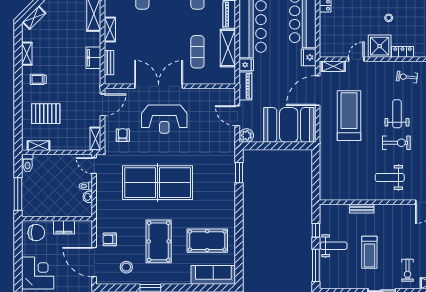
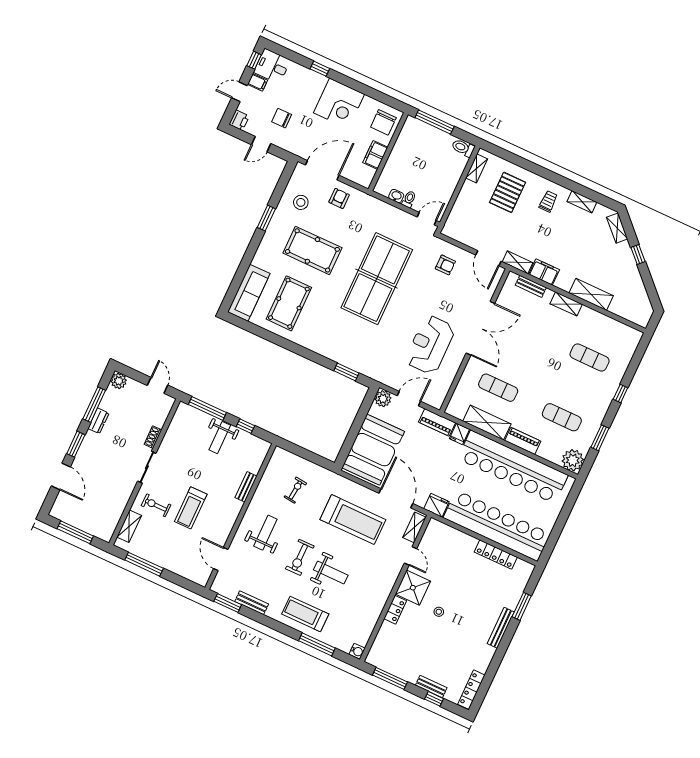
exercise bike: (407, 77) -> (295, 490), moved
reception desk: (164, 119) -> (430, 345), moved
shelving: (95, 139) -> (517, 262), moved
treadmill: (369, 252) -> (191, 508), moved, turned -90

